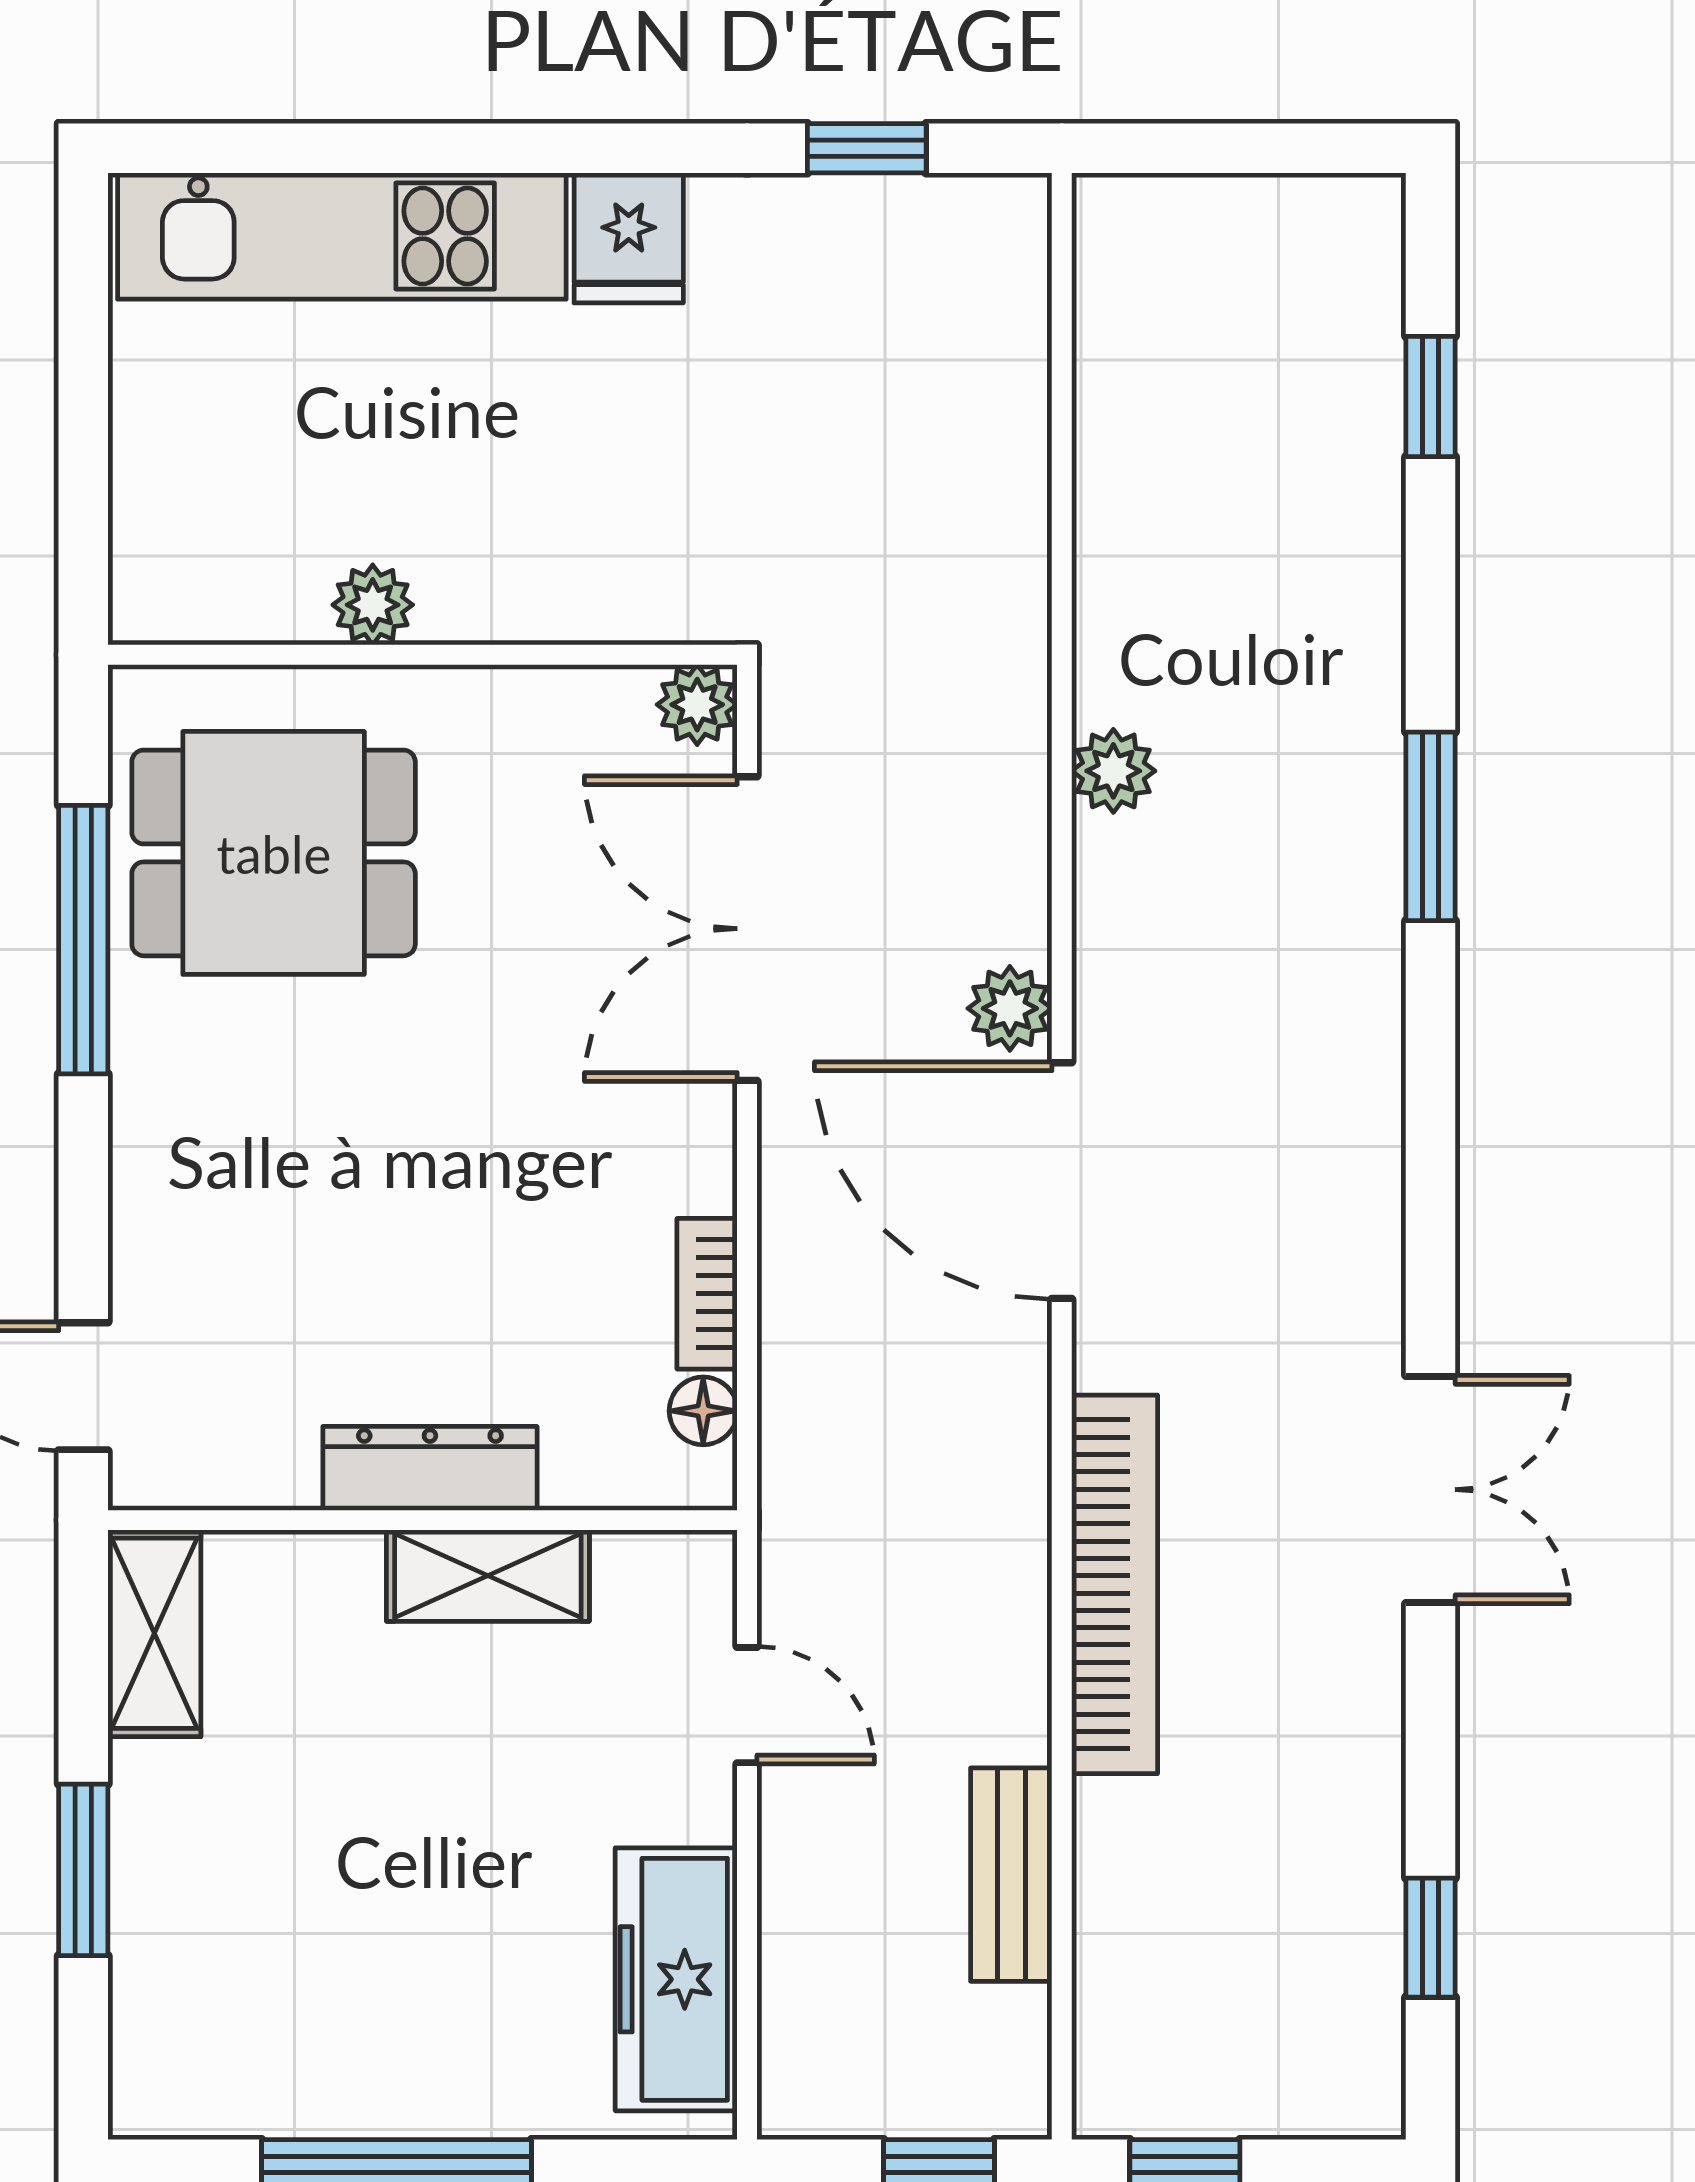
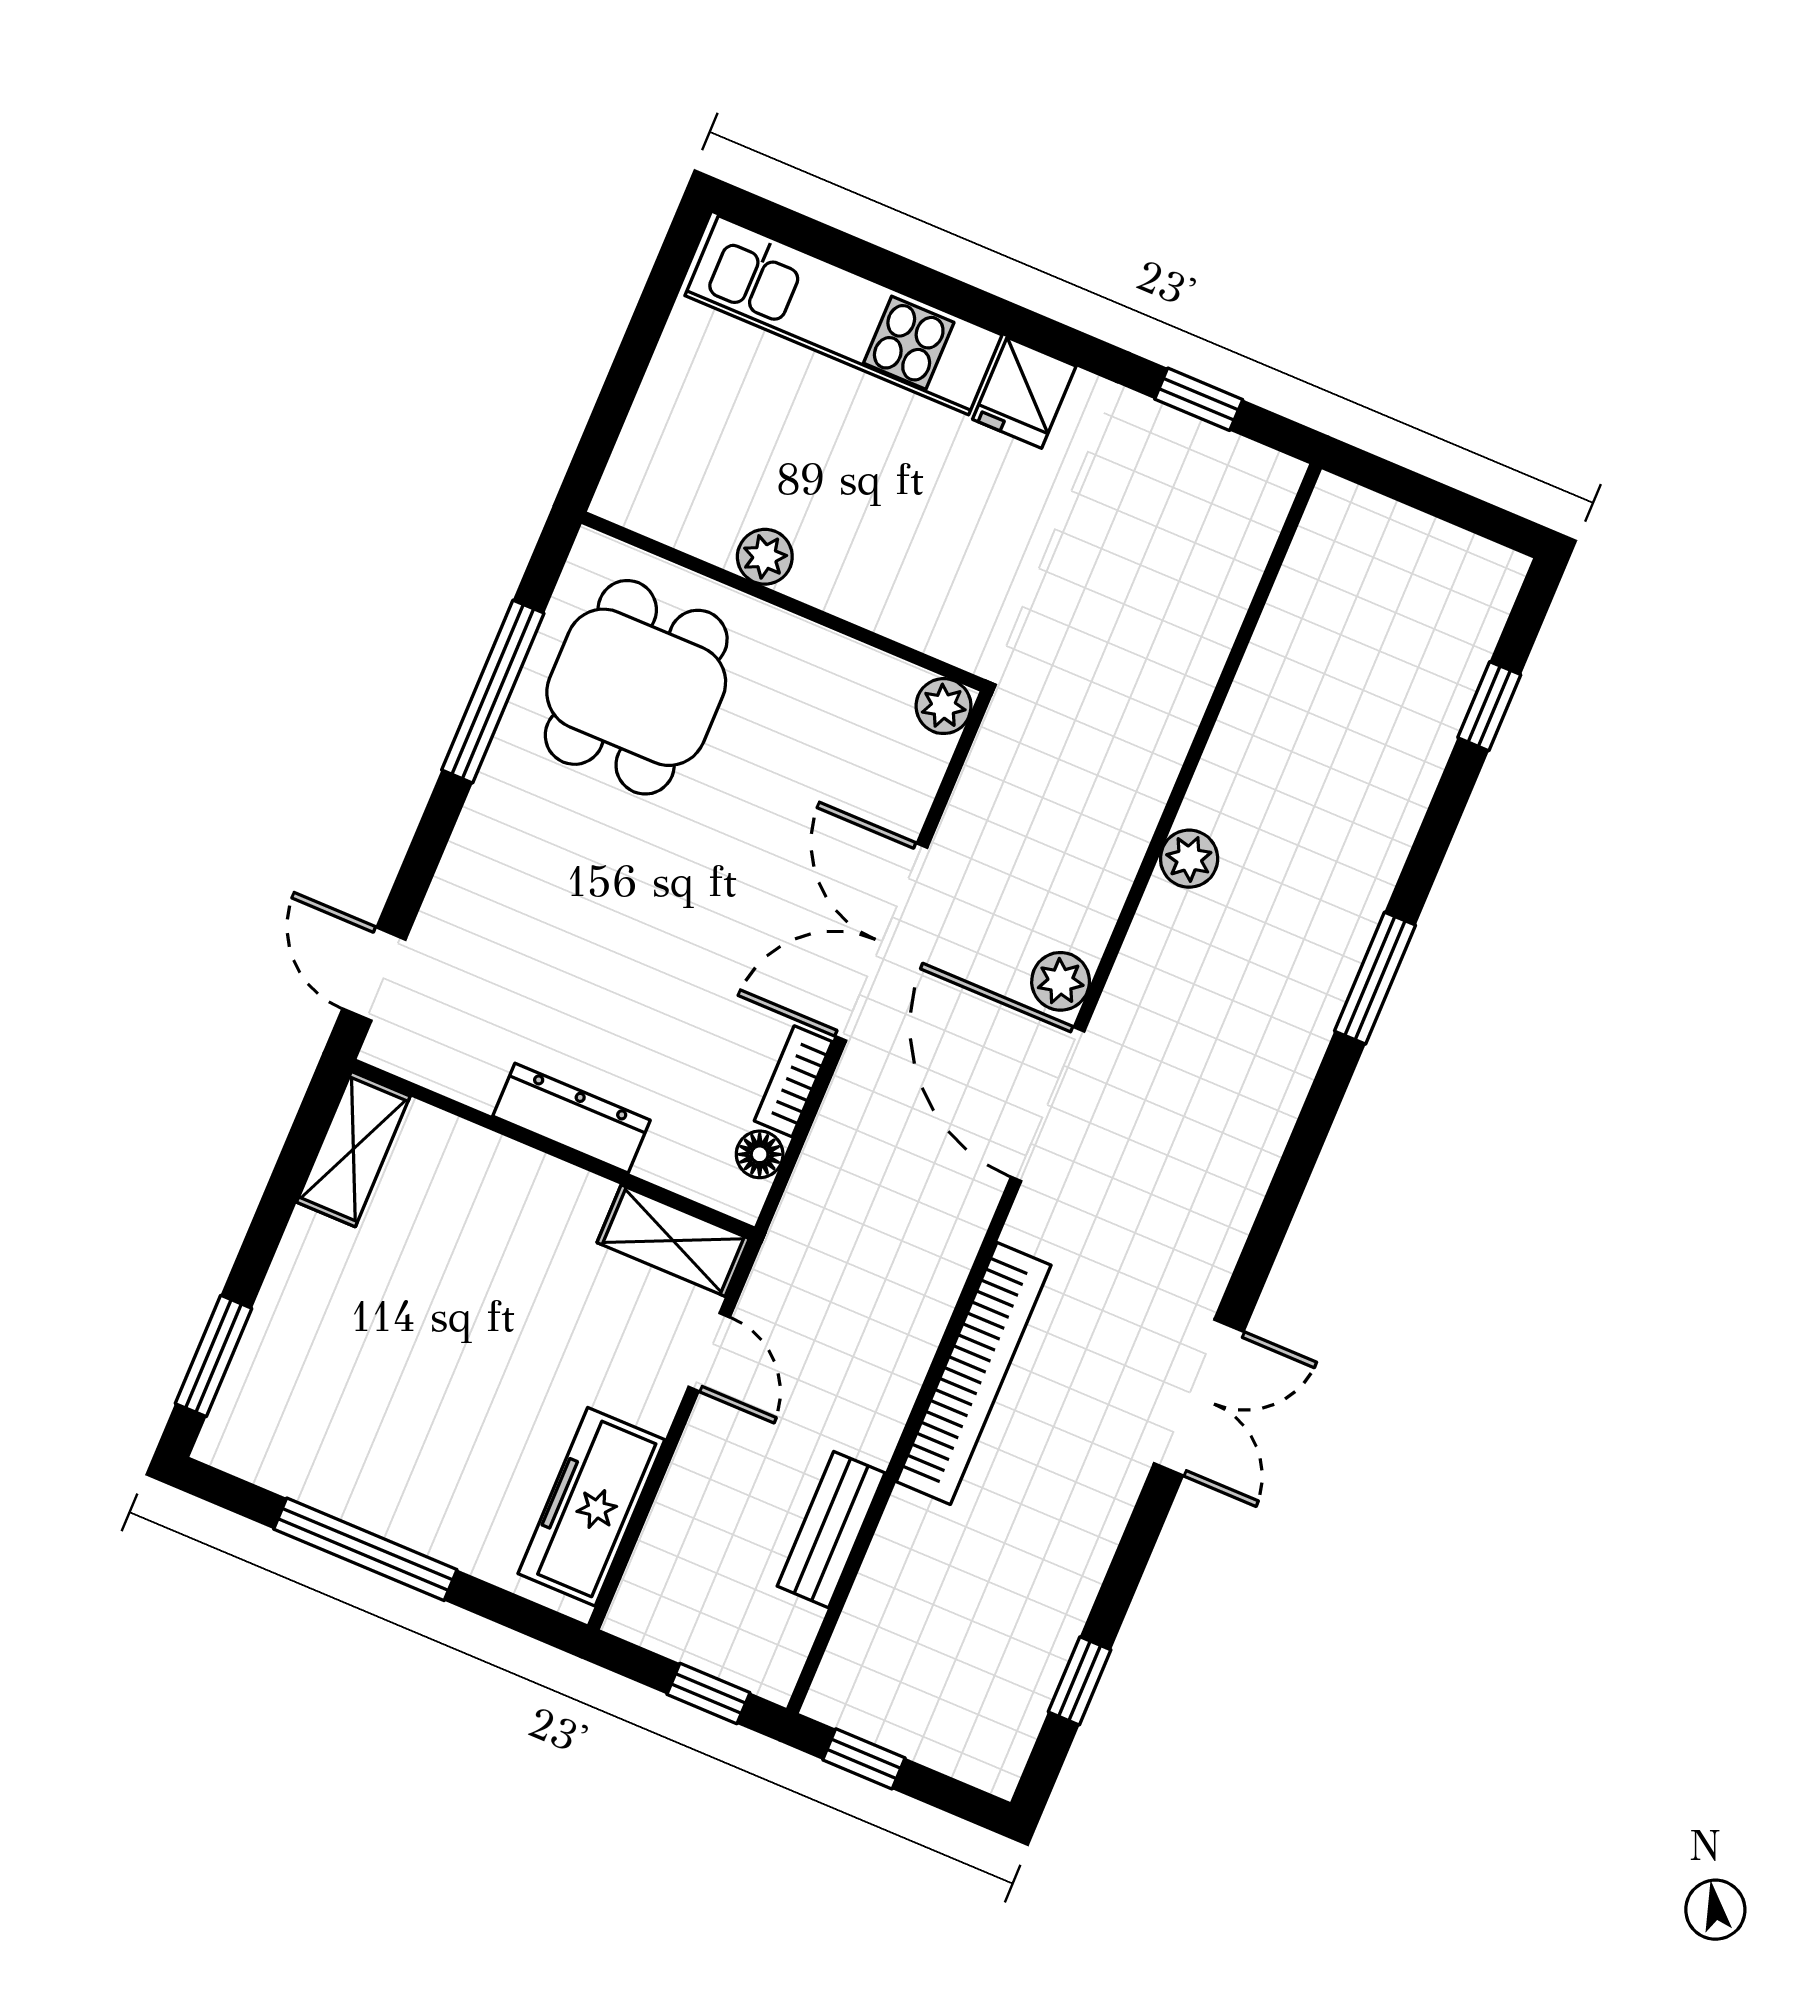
dining table: (274, 853) -> (636, 687), turned 90
double door: (747, 929) -> (881, 942), moved
shelving: (488, 1576) -> (673, 1241), moved
window: (83, 1870) -> (213, 1356), moved

